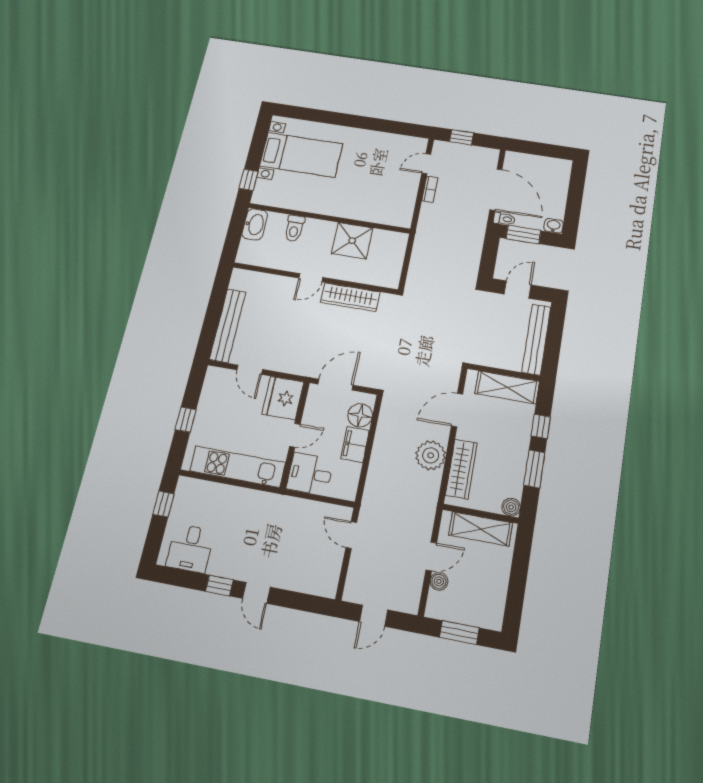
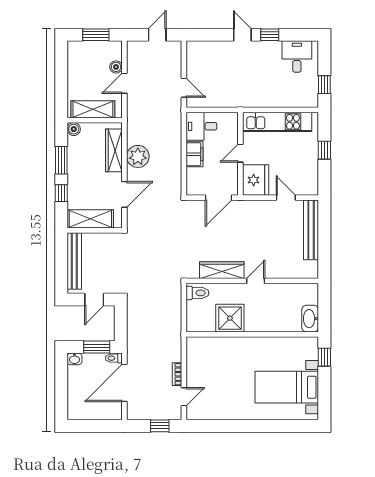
door: (496, 190) -> (124, 383), hinge flipped
toilet: (294, 228) -> (197, 293), moved, turned 90
floor lamp: (360, 415) -> (195, 177), removed
desk: (310, 474) -> (201, 126), moved, turned 180

